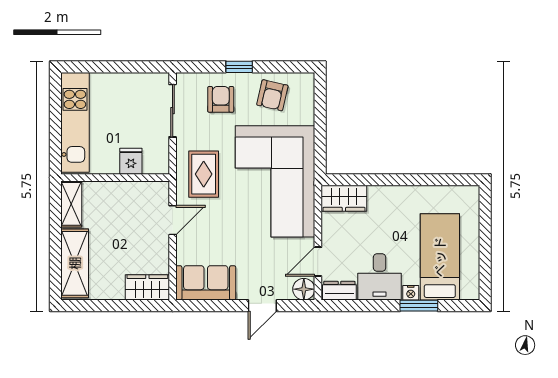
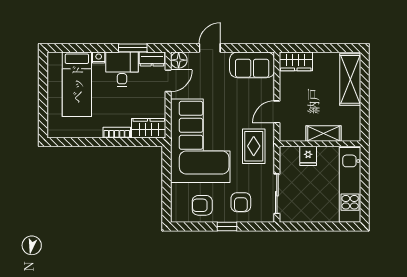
armchair: (272, 95) -> (202, 205), turned -103
bookcase: (387, 192) -> (117, 133), added
shelving: (71, 204) -> (323, 133), moved, turned 90
window: (419, 306) -> (133, 48), moved

